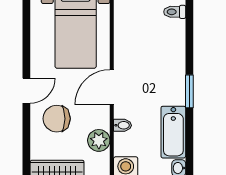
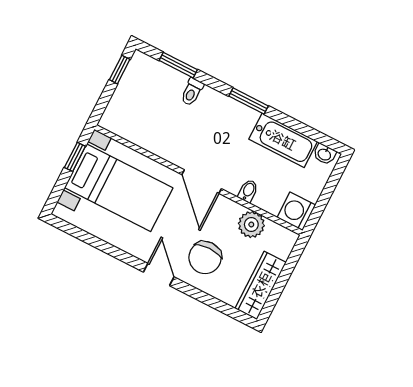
toilet: (175, 12) -> (192, 92), moved
window: (189, 26) -> (178, 65), added

